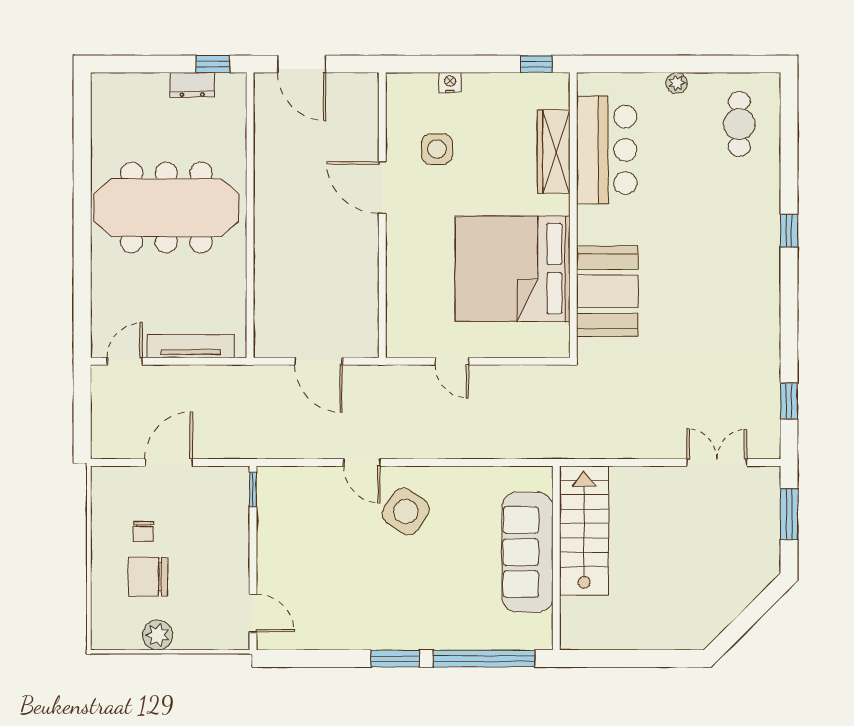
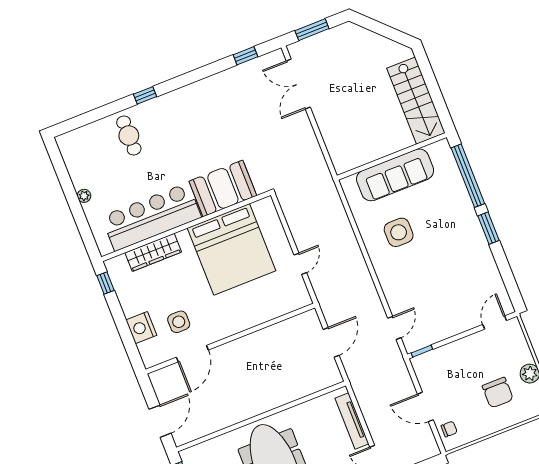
nightstand: (450, 83) -> (141, 328), width x1.89, depth x1.79
cafe table: (739, 124) -> (129, 136), moved, turned 90
bar counter: (607, 150) -> (151, 217), width x1.36
door: (382, 188) -> (192, 354), moved
door: (362, 462) -> (394, 328), moved
double door: (717, 462) -> (298, 84), width x1.37
side table: (406, 511) -> (399, 232), moved, turned -34
stairs: (584, 531) -> (416, 101), moved, turned -90
chair: (143, 532) -> (449, 429), moved

